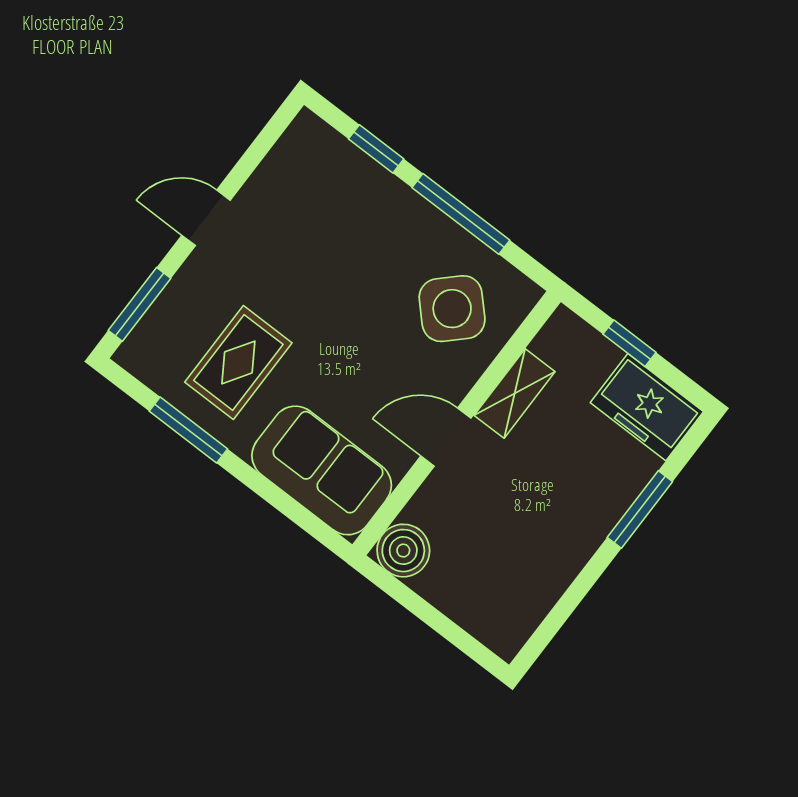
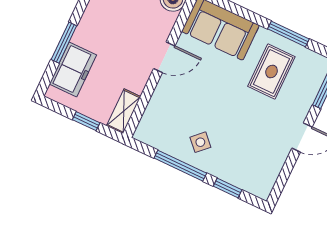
side table: (452, 309) -> (200, 142), moved, width x0.54, depth x0.54
shelving: (515, 393) -> (124, 111), moved
freezer: (647, 407) -> (73, 69), moved, turned 90

